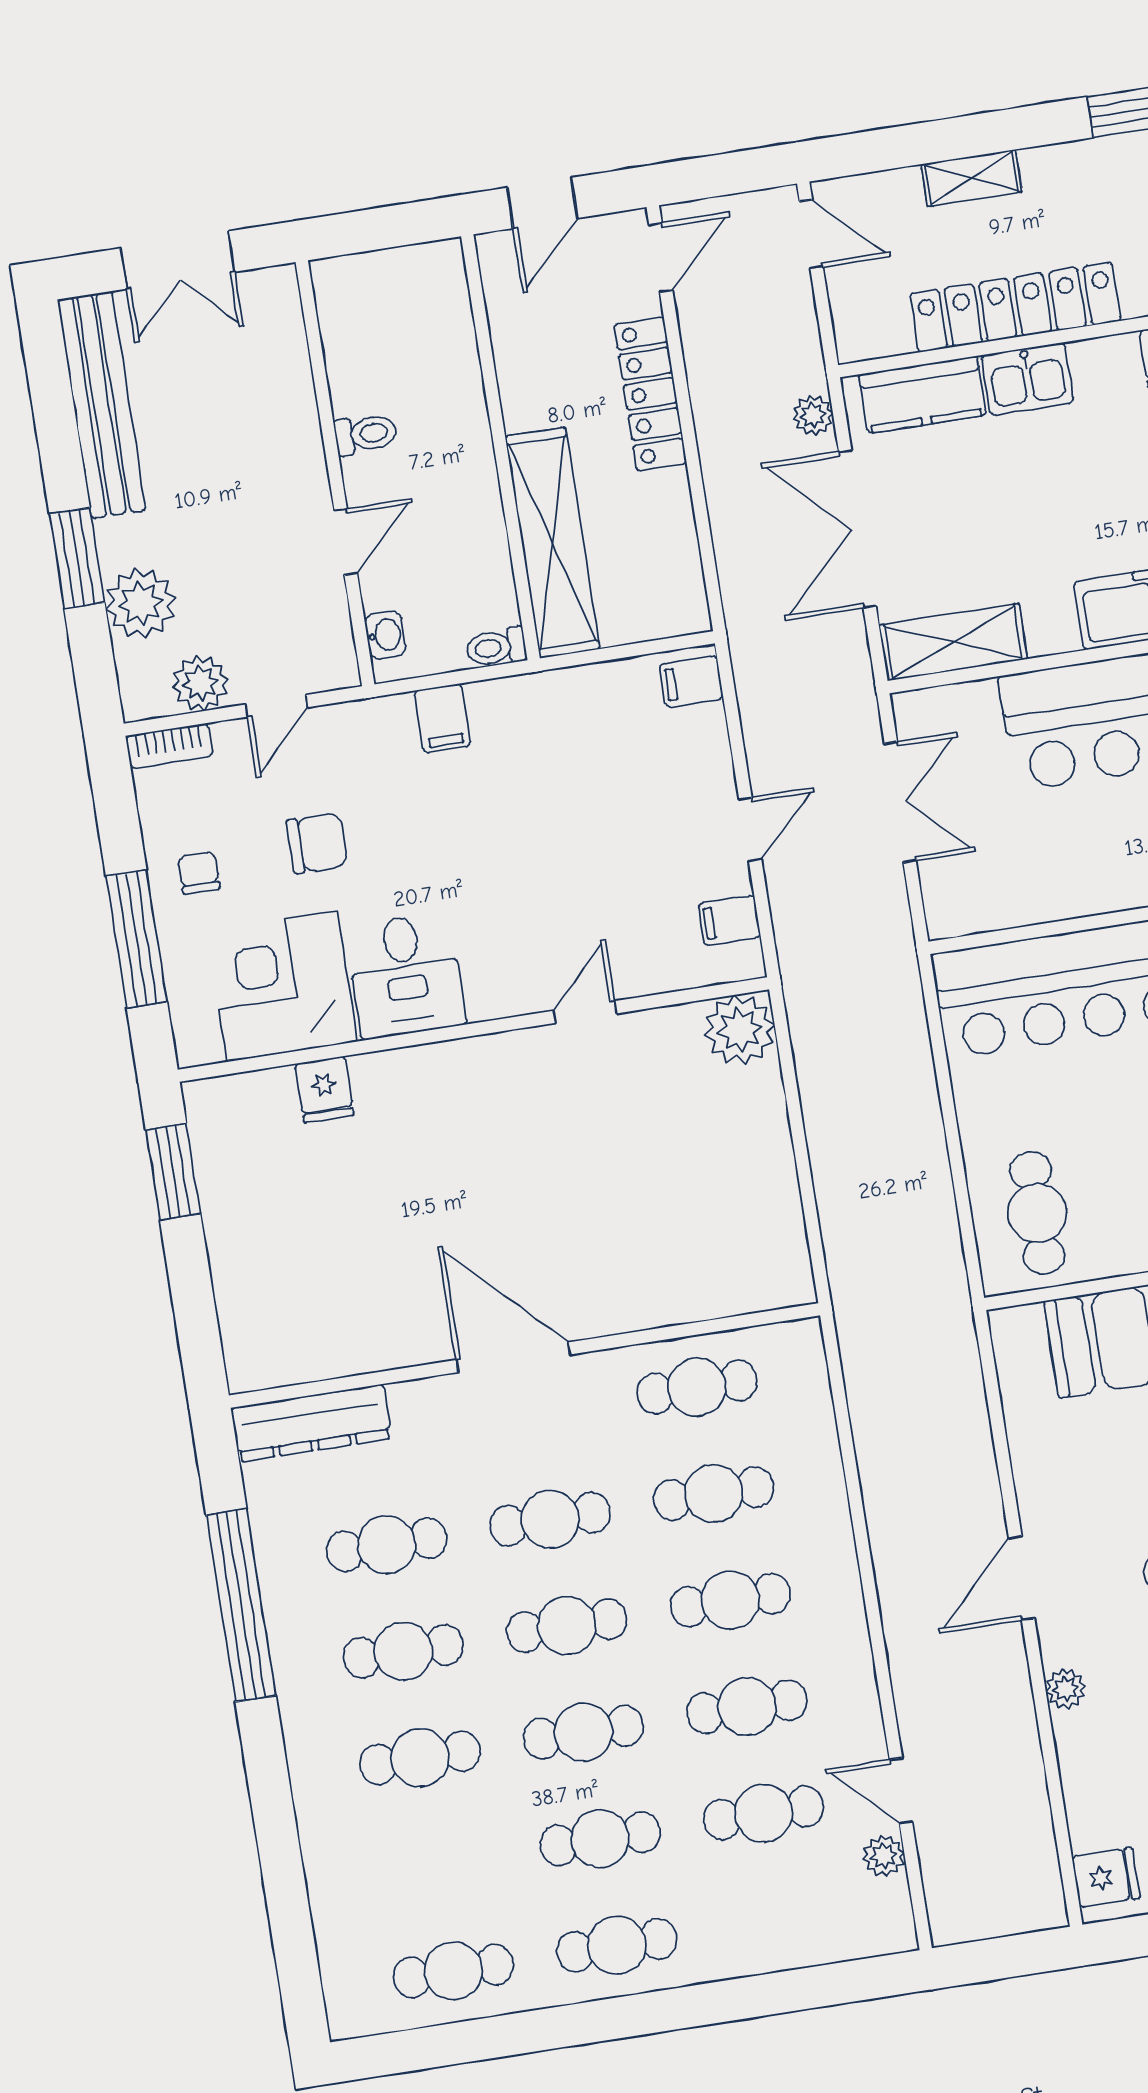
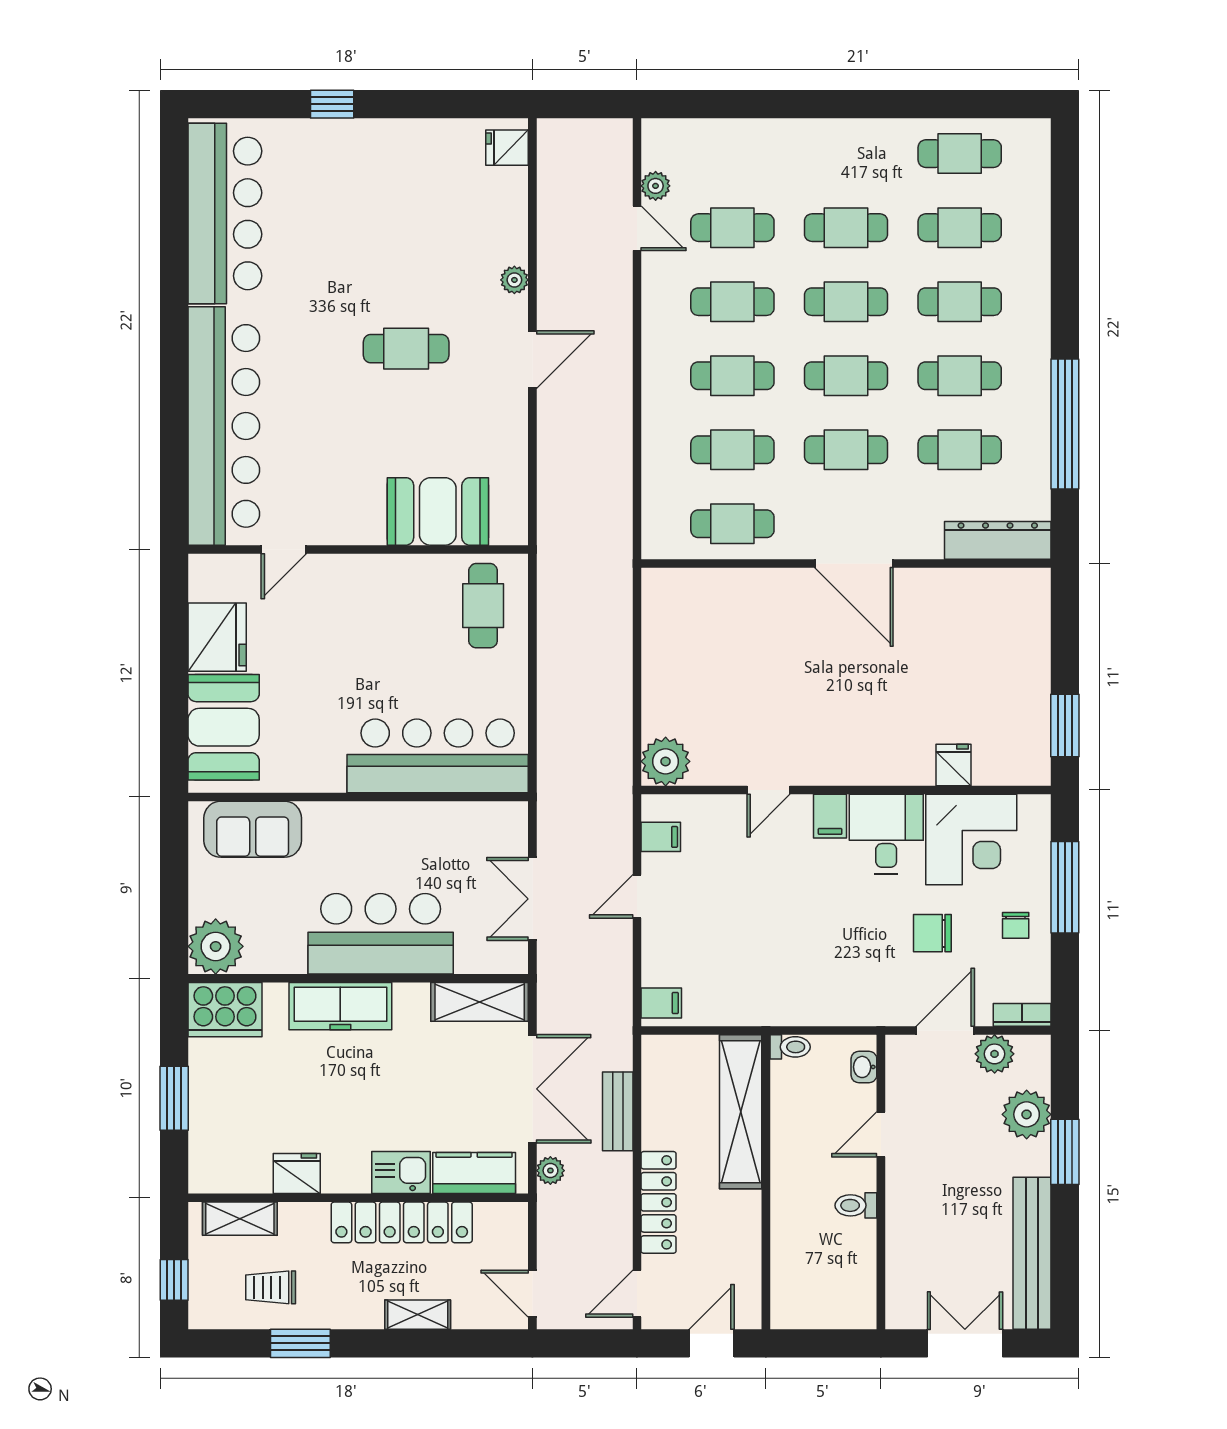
bench: (730, 515) -> (618, 1111), added
door: (276, 706) -> (945, 1030), width x1.38
filing cabinet: (443, 718) -> (830, 816), moved, turned 180
cafe table: (617, 1945) -> (960, 228), moved

